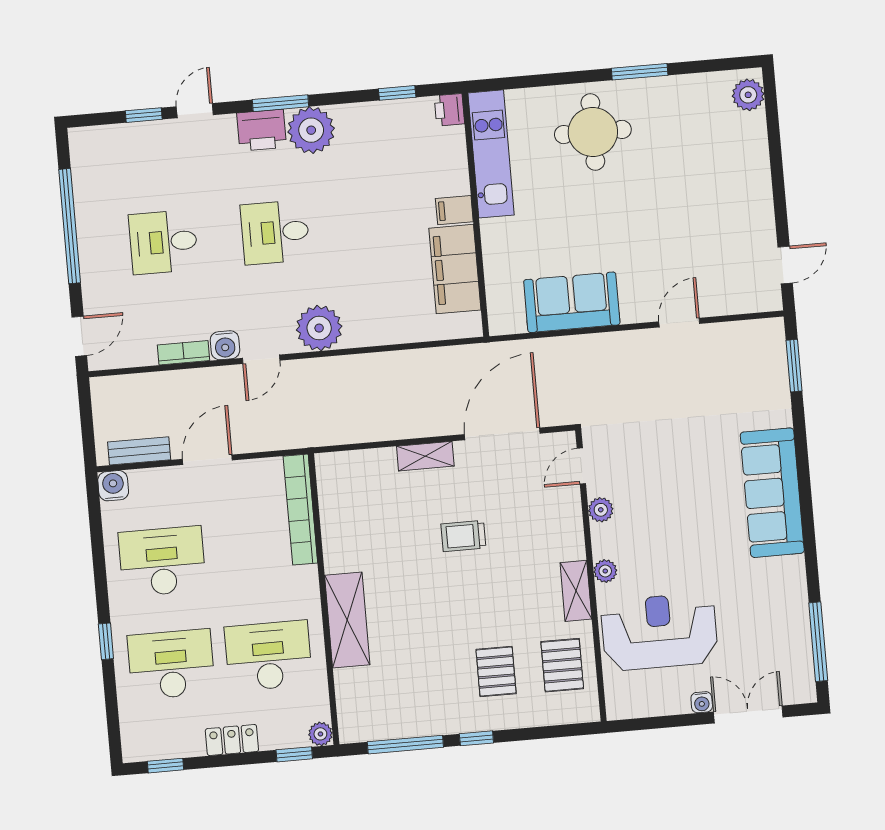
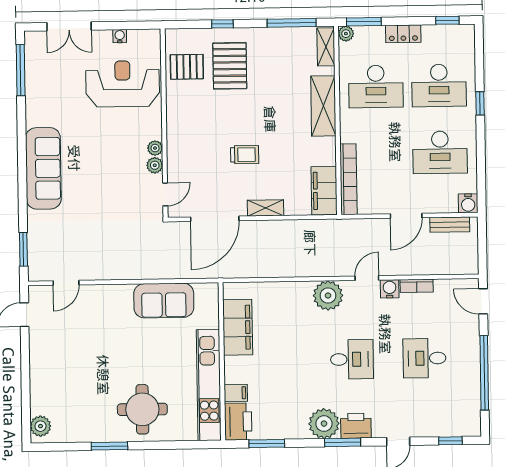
window: (397, 93) -> (267, 444), width x1.50
printer: (449, 110) -> (238, 422), width x1.87, depth x1.48
window: (144, 115) -> (450, 441), moved
kitchen unit: (491, 154) -> (209, 385), width x1.36
filing cabinet: (454, 210) -> (236, 393), moved
desk: (163, 242) -> (424, 358), turned 180
door: (679, 323) -> (66, 283), moved
door: (79, 336) -> (483, 301), hinge flipped
filing cabinet: (337, 489) -> (324, 191), added
plant: (605, 571) -> (155, 148), moved
shelving: (576, 591) -> (326, 47), moved
reception desk: (659, 632) -> (123, 84), turned 180
pallet: (562, 665) -> (187, 67), turned 90
pallet: (496, 671) -> (230, 66), width x1.50, depth x1.42
water cooler: (702, 702) -> (120, 36), moved
window: (476, 738) -> (222, 24), moved
window: (294, 754) -> (364, 22), width x1.50

